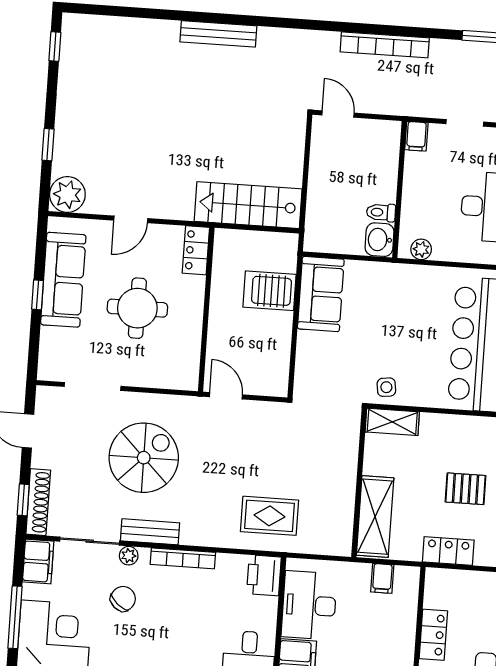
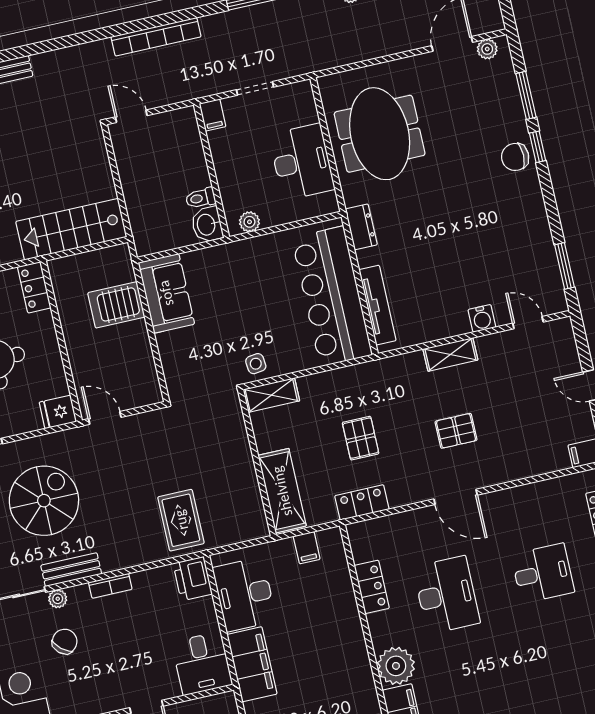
fridge: (183, 377) -> (58, 412), added
pallet: (466, 489) -> (361, 438), turned 90
rug: (270, 516) -> (181, 520), turned 90
bookcase: (183, 558) -> (110, 586), width x0.64

